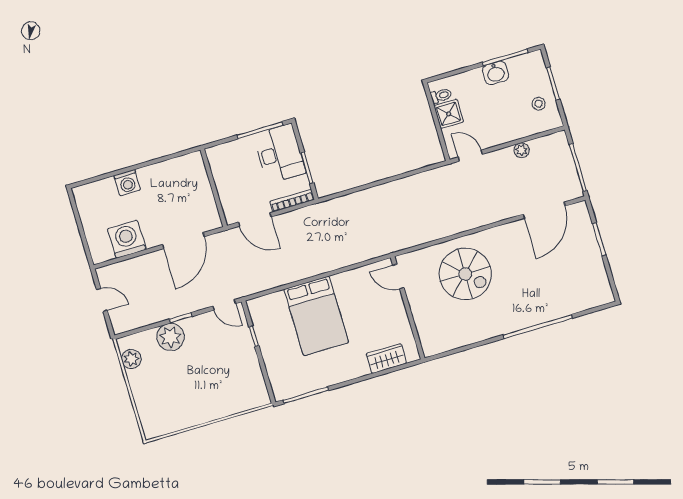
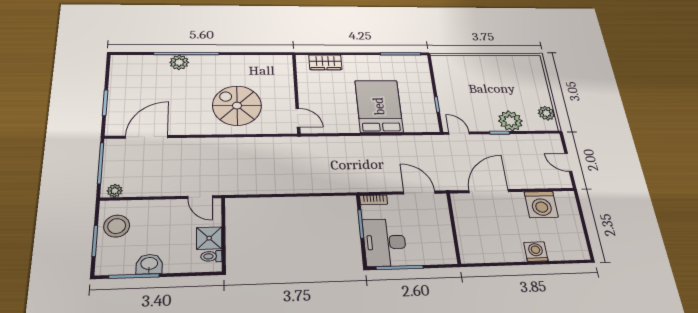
stool: (539, 104) -> (117, 226), width x1.89, depth x1.89
plant: (522, 150) -> (115, 191), moved
bookcase: (292, 201) -> (374, 200), width x0.64
plant: (542, 313) -> (179, 62), added

